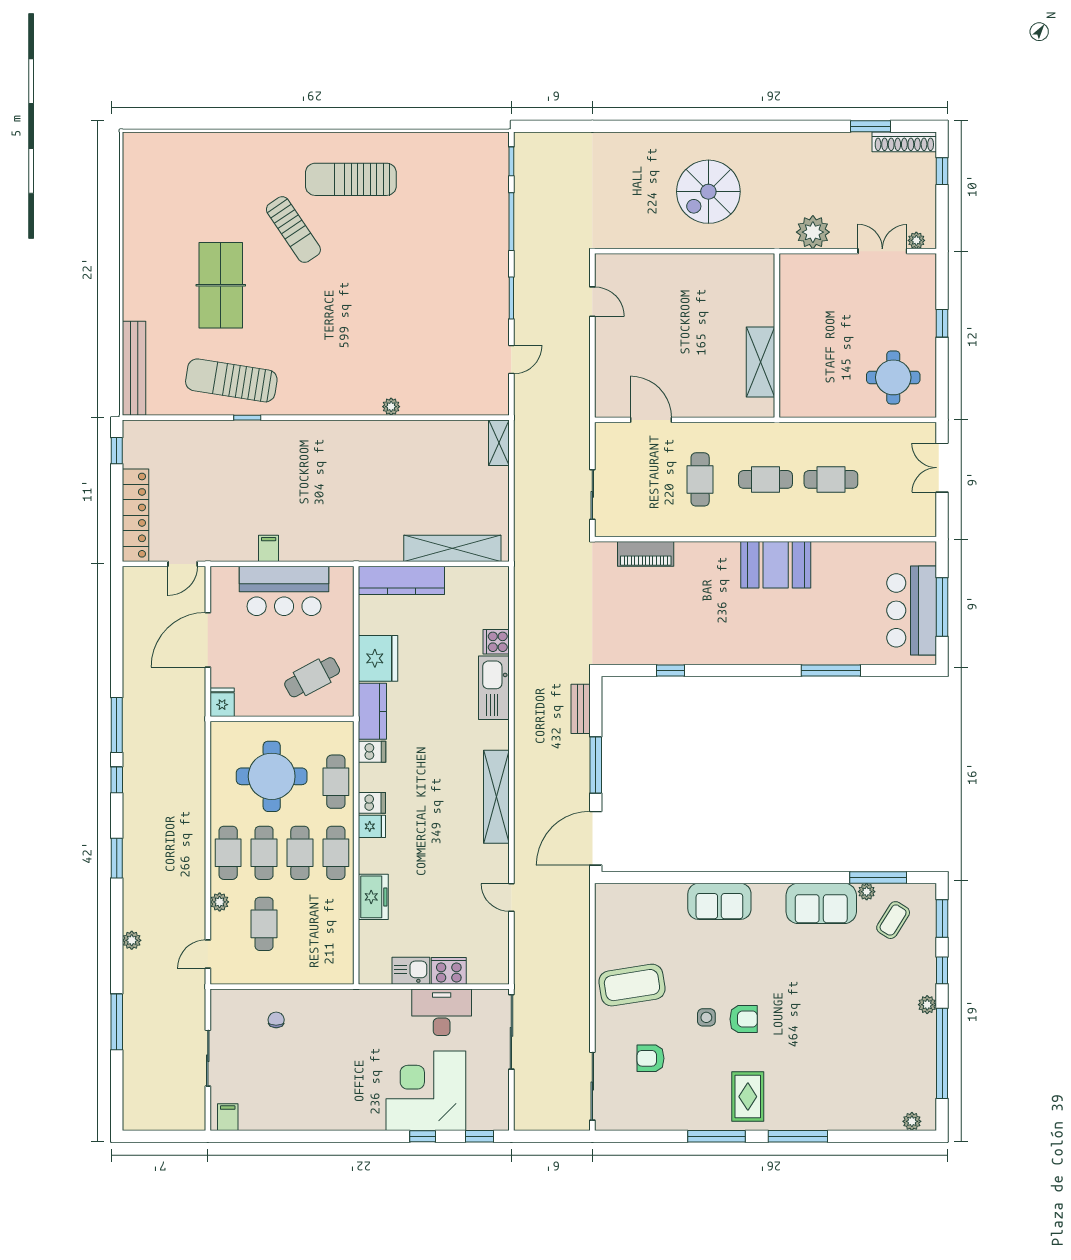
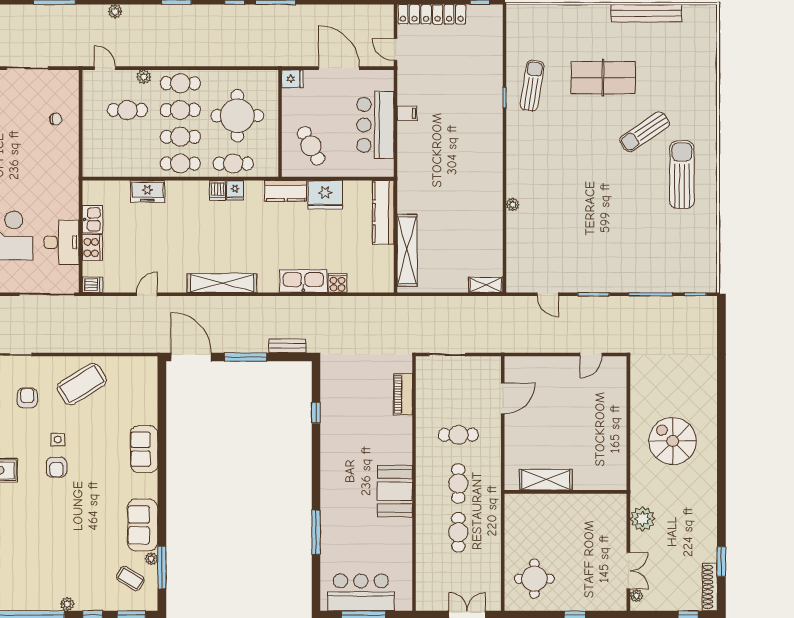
bench: (134, 368) -> (646, 13), moved
sun lounger: (231, 380) -> (532, 86), width x0.73, depth x0.75
dishwasher: (372, 752) -> (92, 285), moved, turned -90
fridge: (372, 826) -> (235, 190), moved
coffee table: (632, 985) -> (82, 384), turned 67

